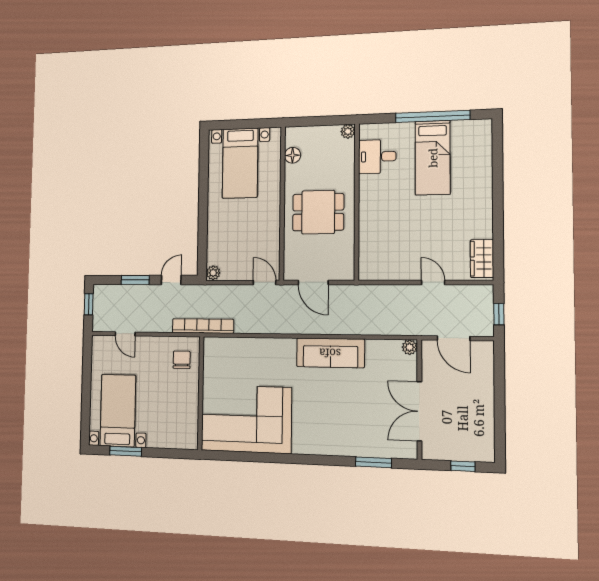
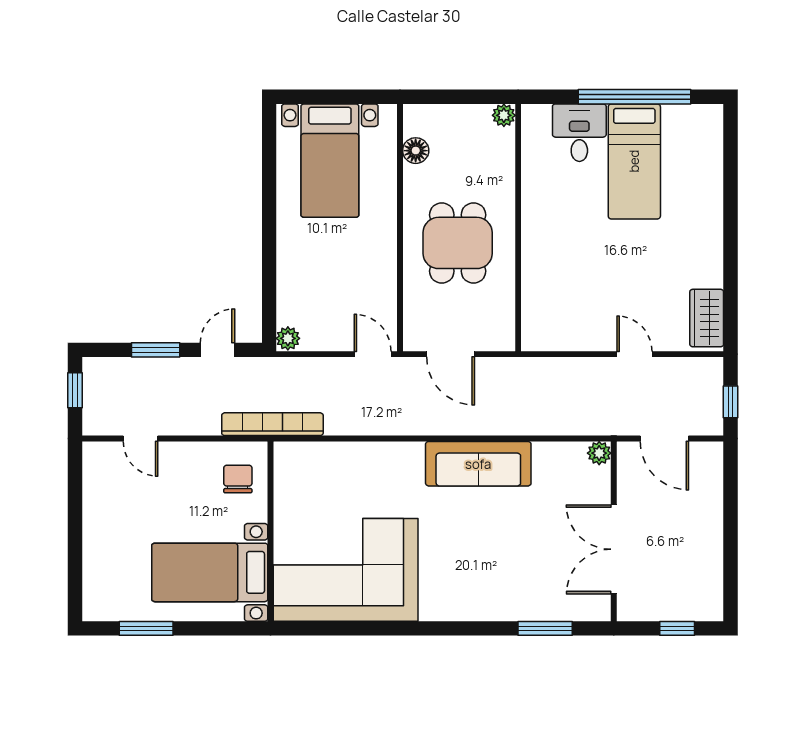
desk: (377, 157) -> (579, 133), moved, turned 90
dining table: (318, 212) -> (458, 243), turned 90
bed with nightstands: (118, 411) -> (210, 572), moved, turned -90

